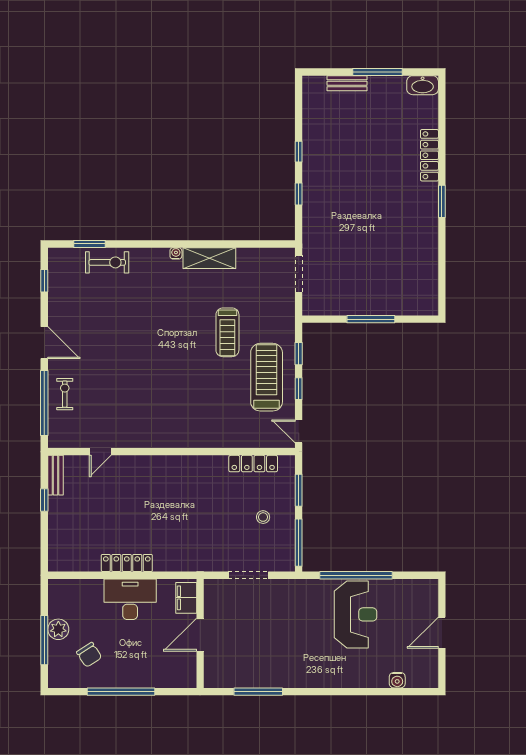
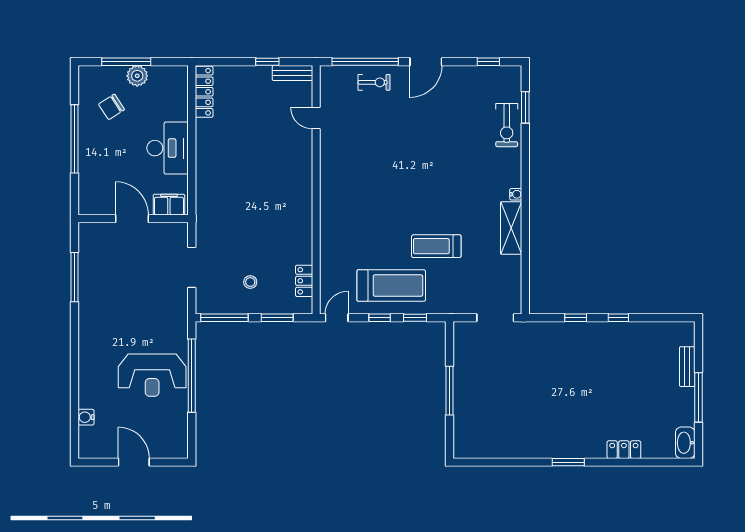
locker: (429, 155) -> (624, 450), width x0.66
locker: (253, 464) -> (304, 281), width x0.66
locker: (127, 563) -> (204, 92), moved

